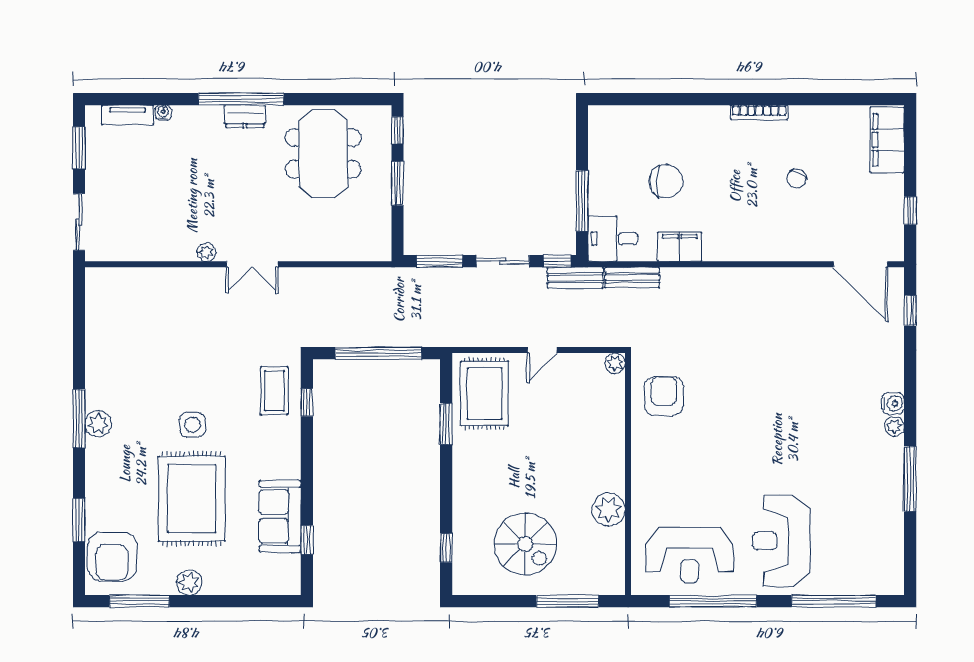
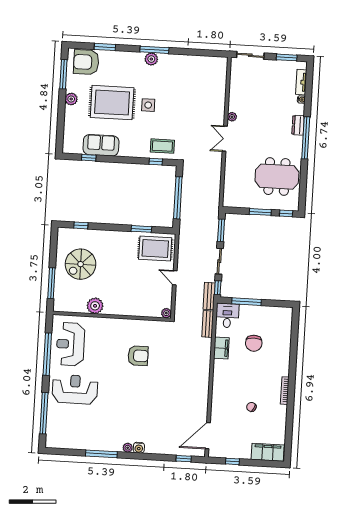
dresser: (245, 116) -> (298, 125), moved
armchair: (664, 396) -> (138, 356), moved

